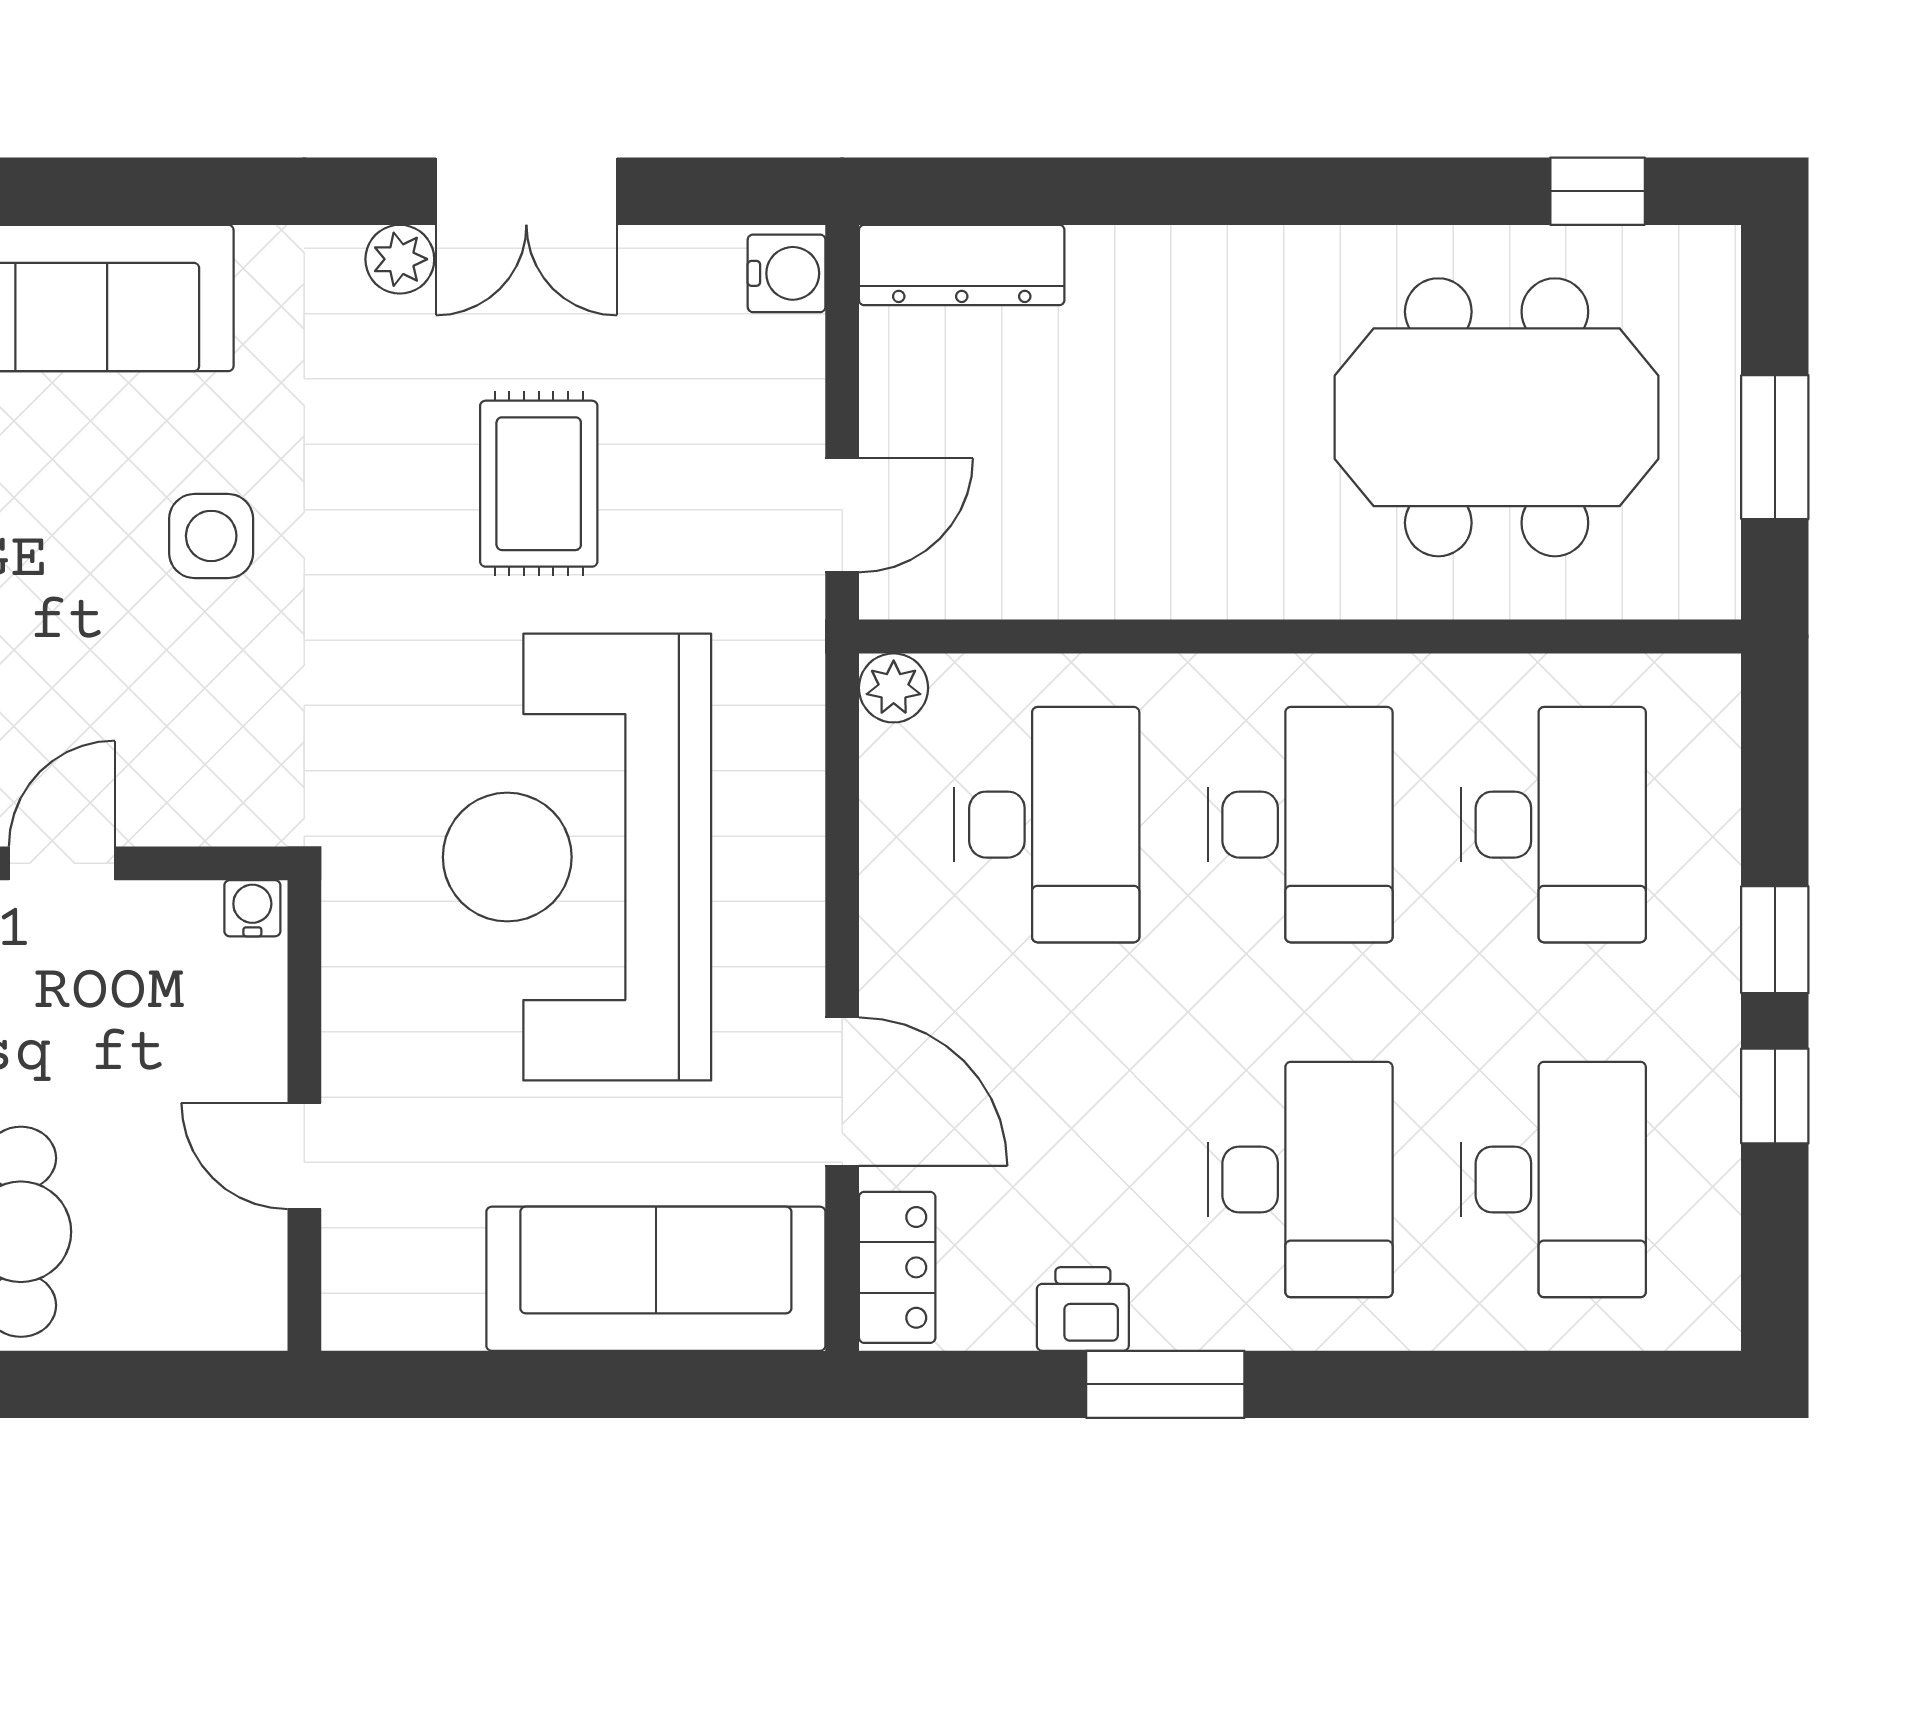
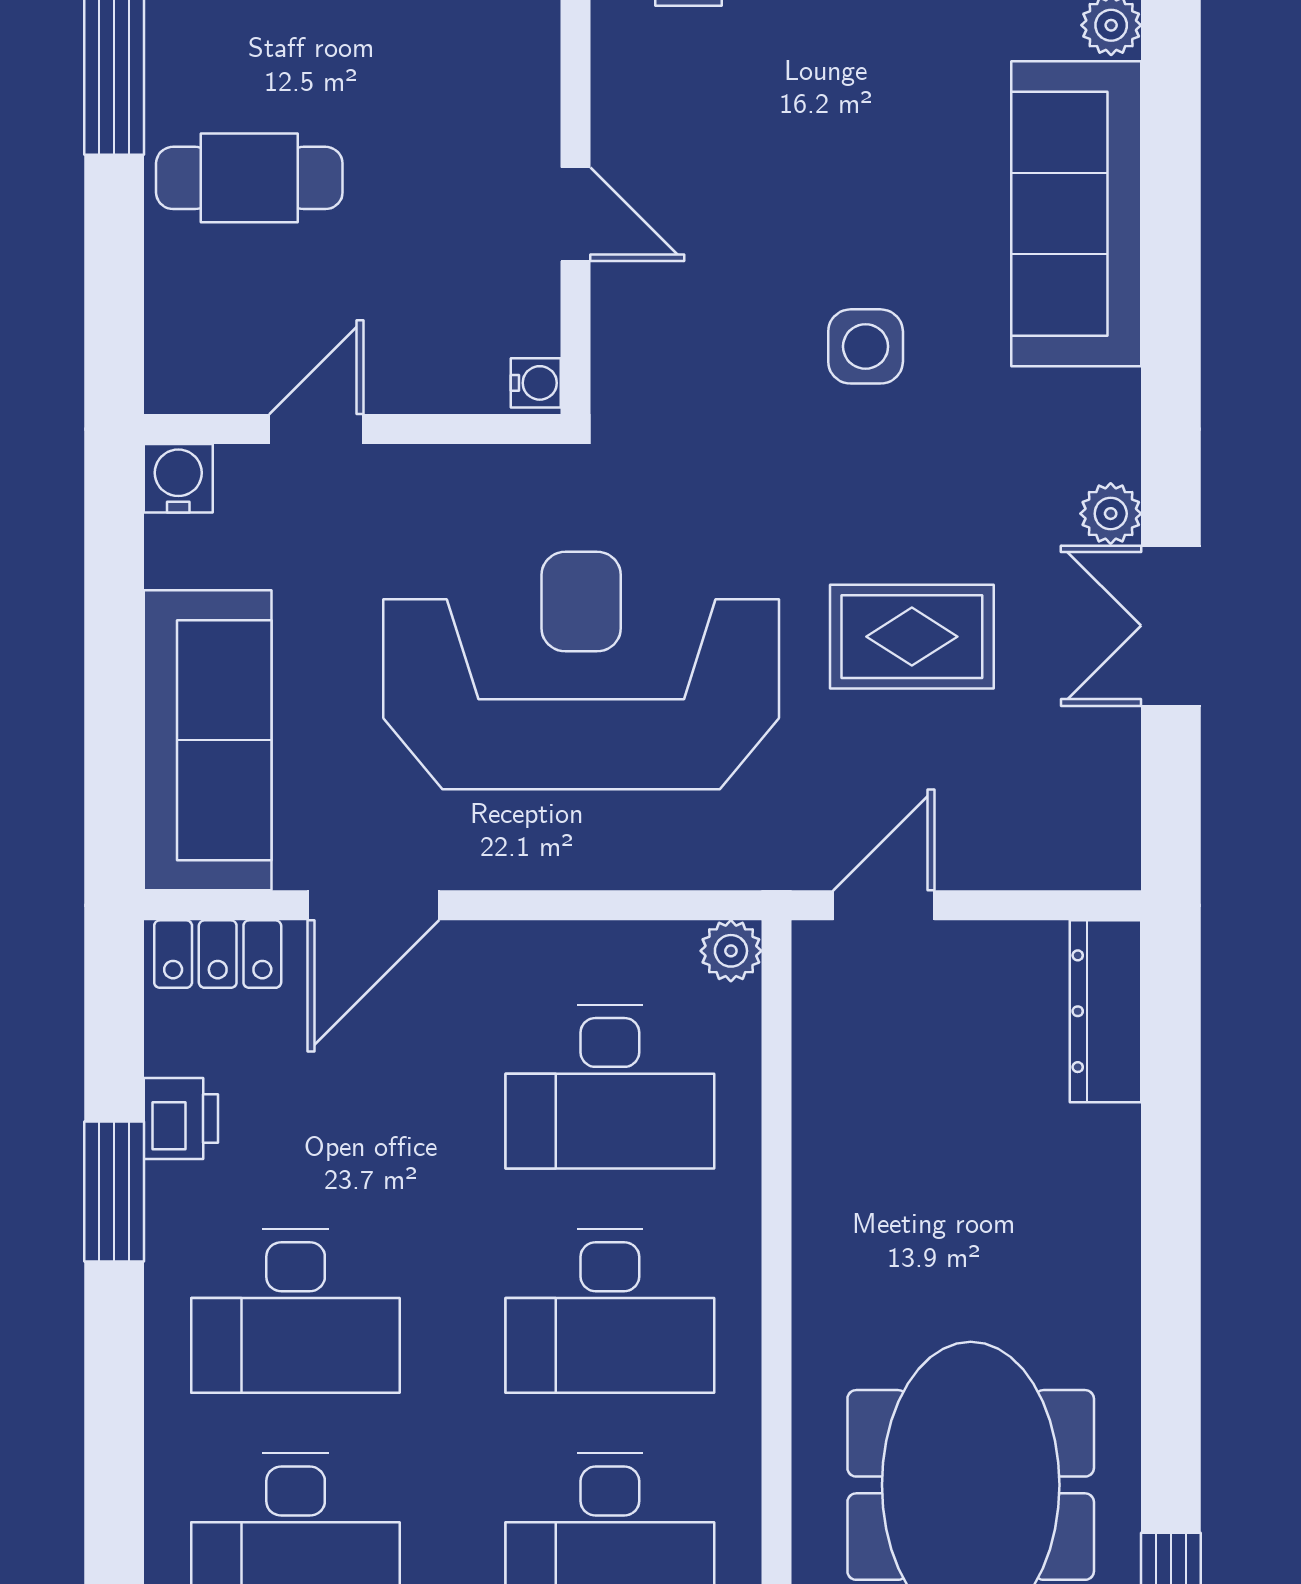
water cooler: (787, 273) -> (178, 478), moved, turned 180
door: (842, 515) -> (884, 905), swing flipped

